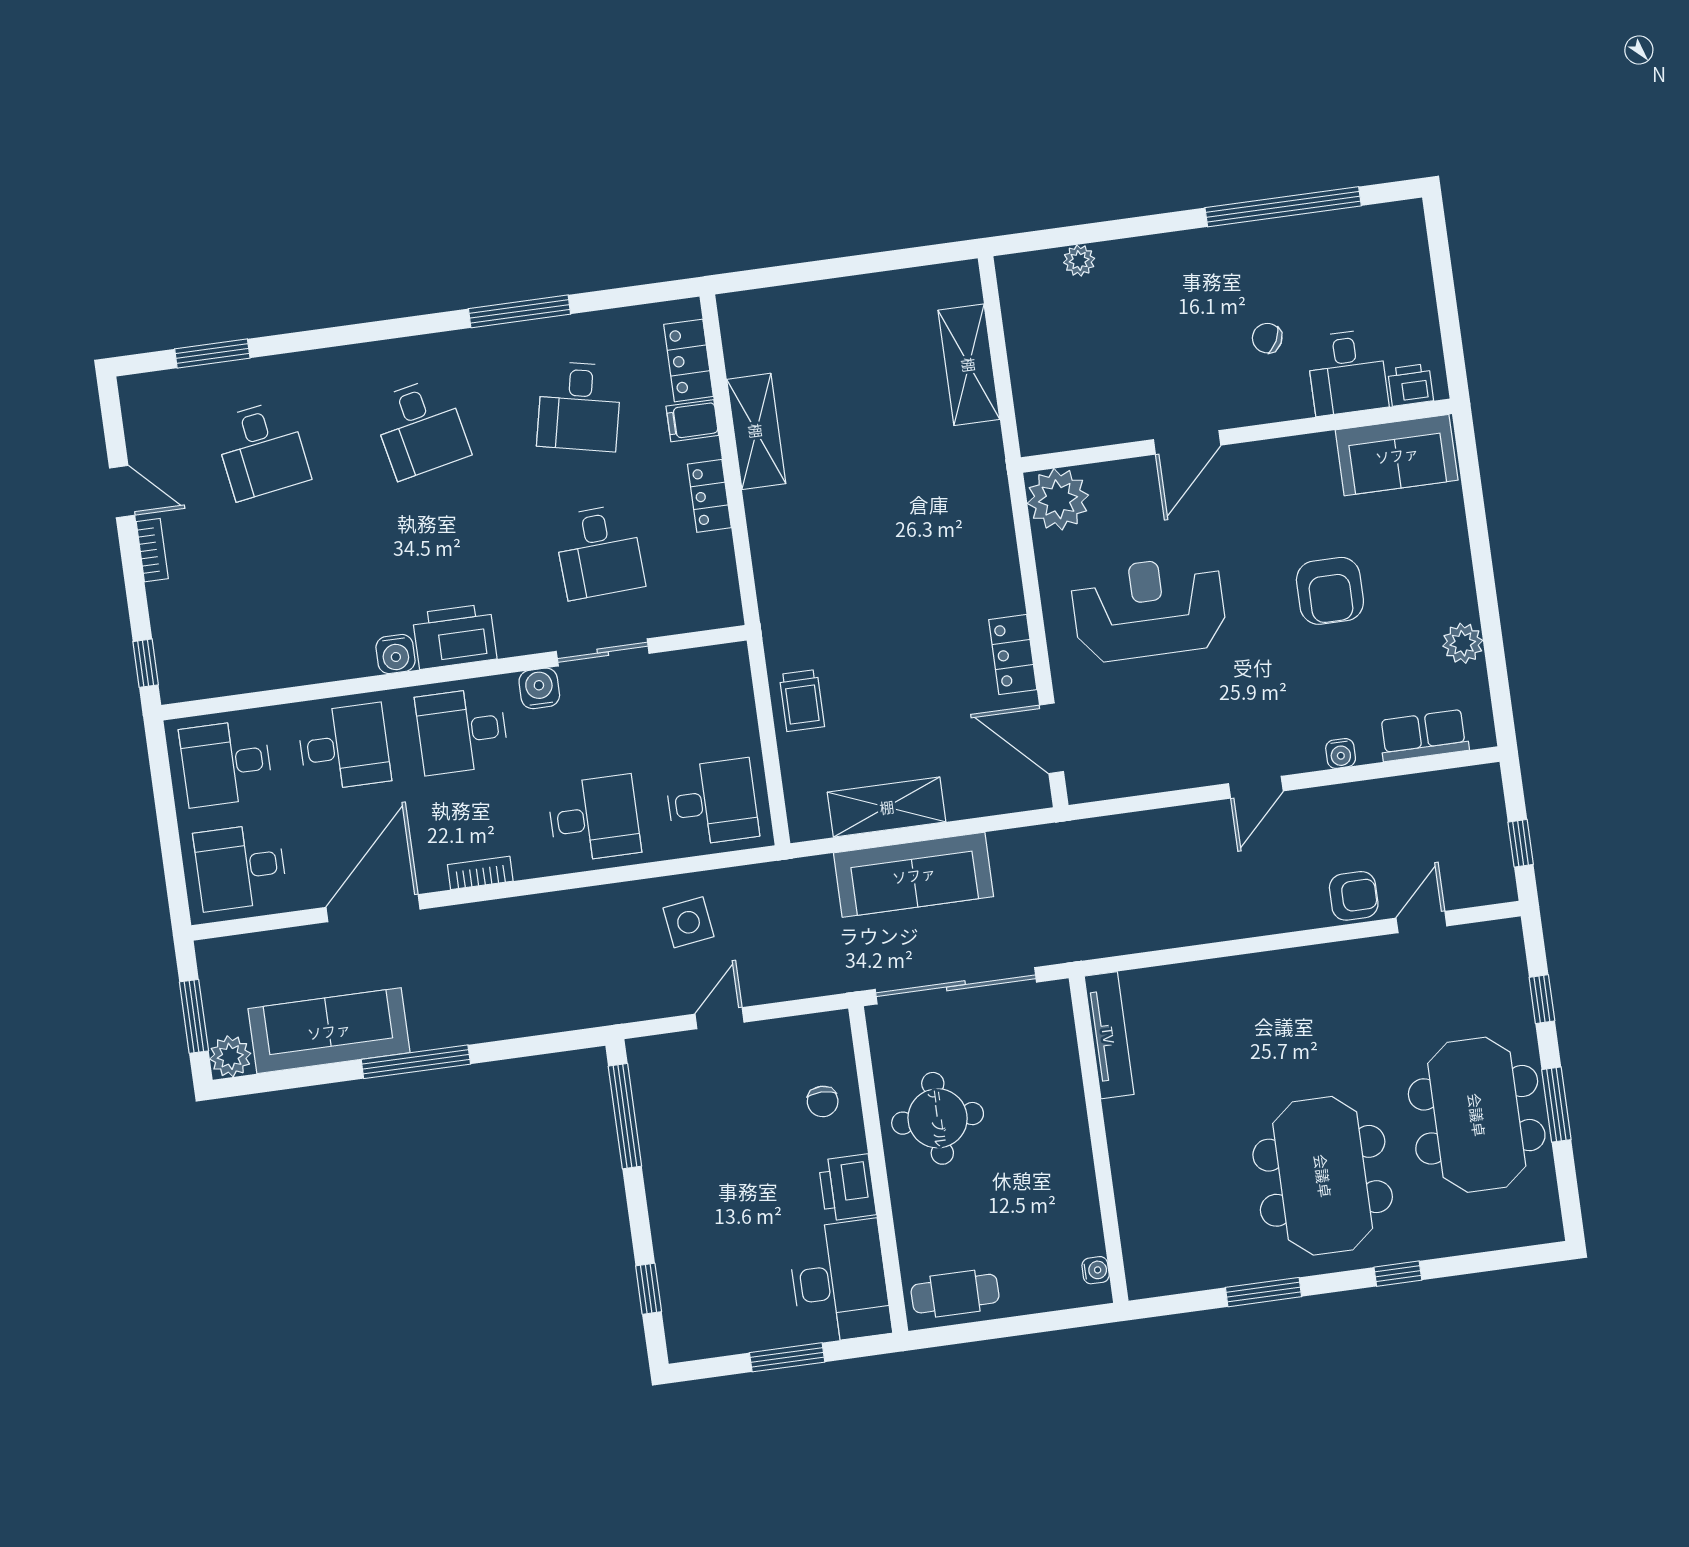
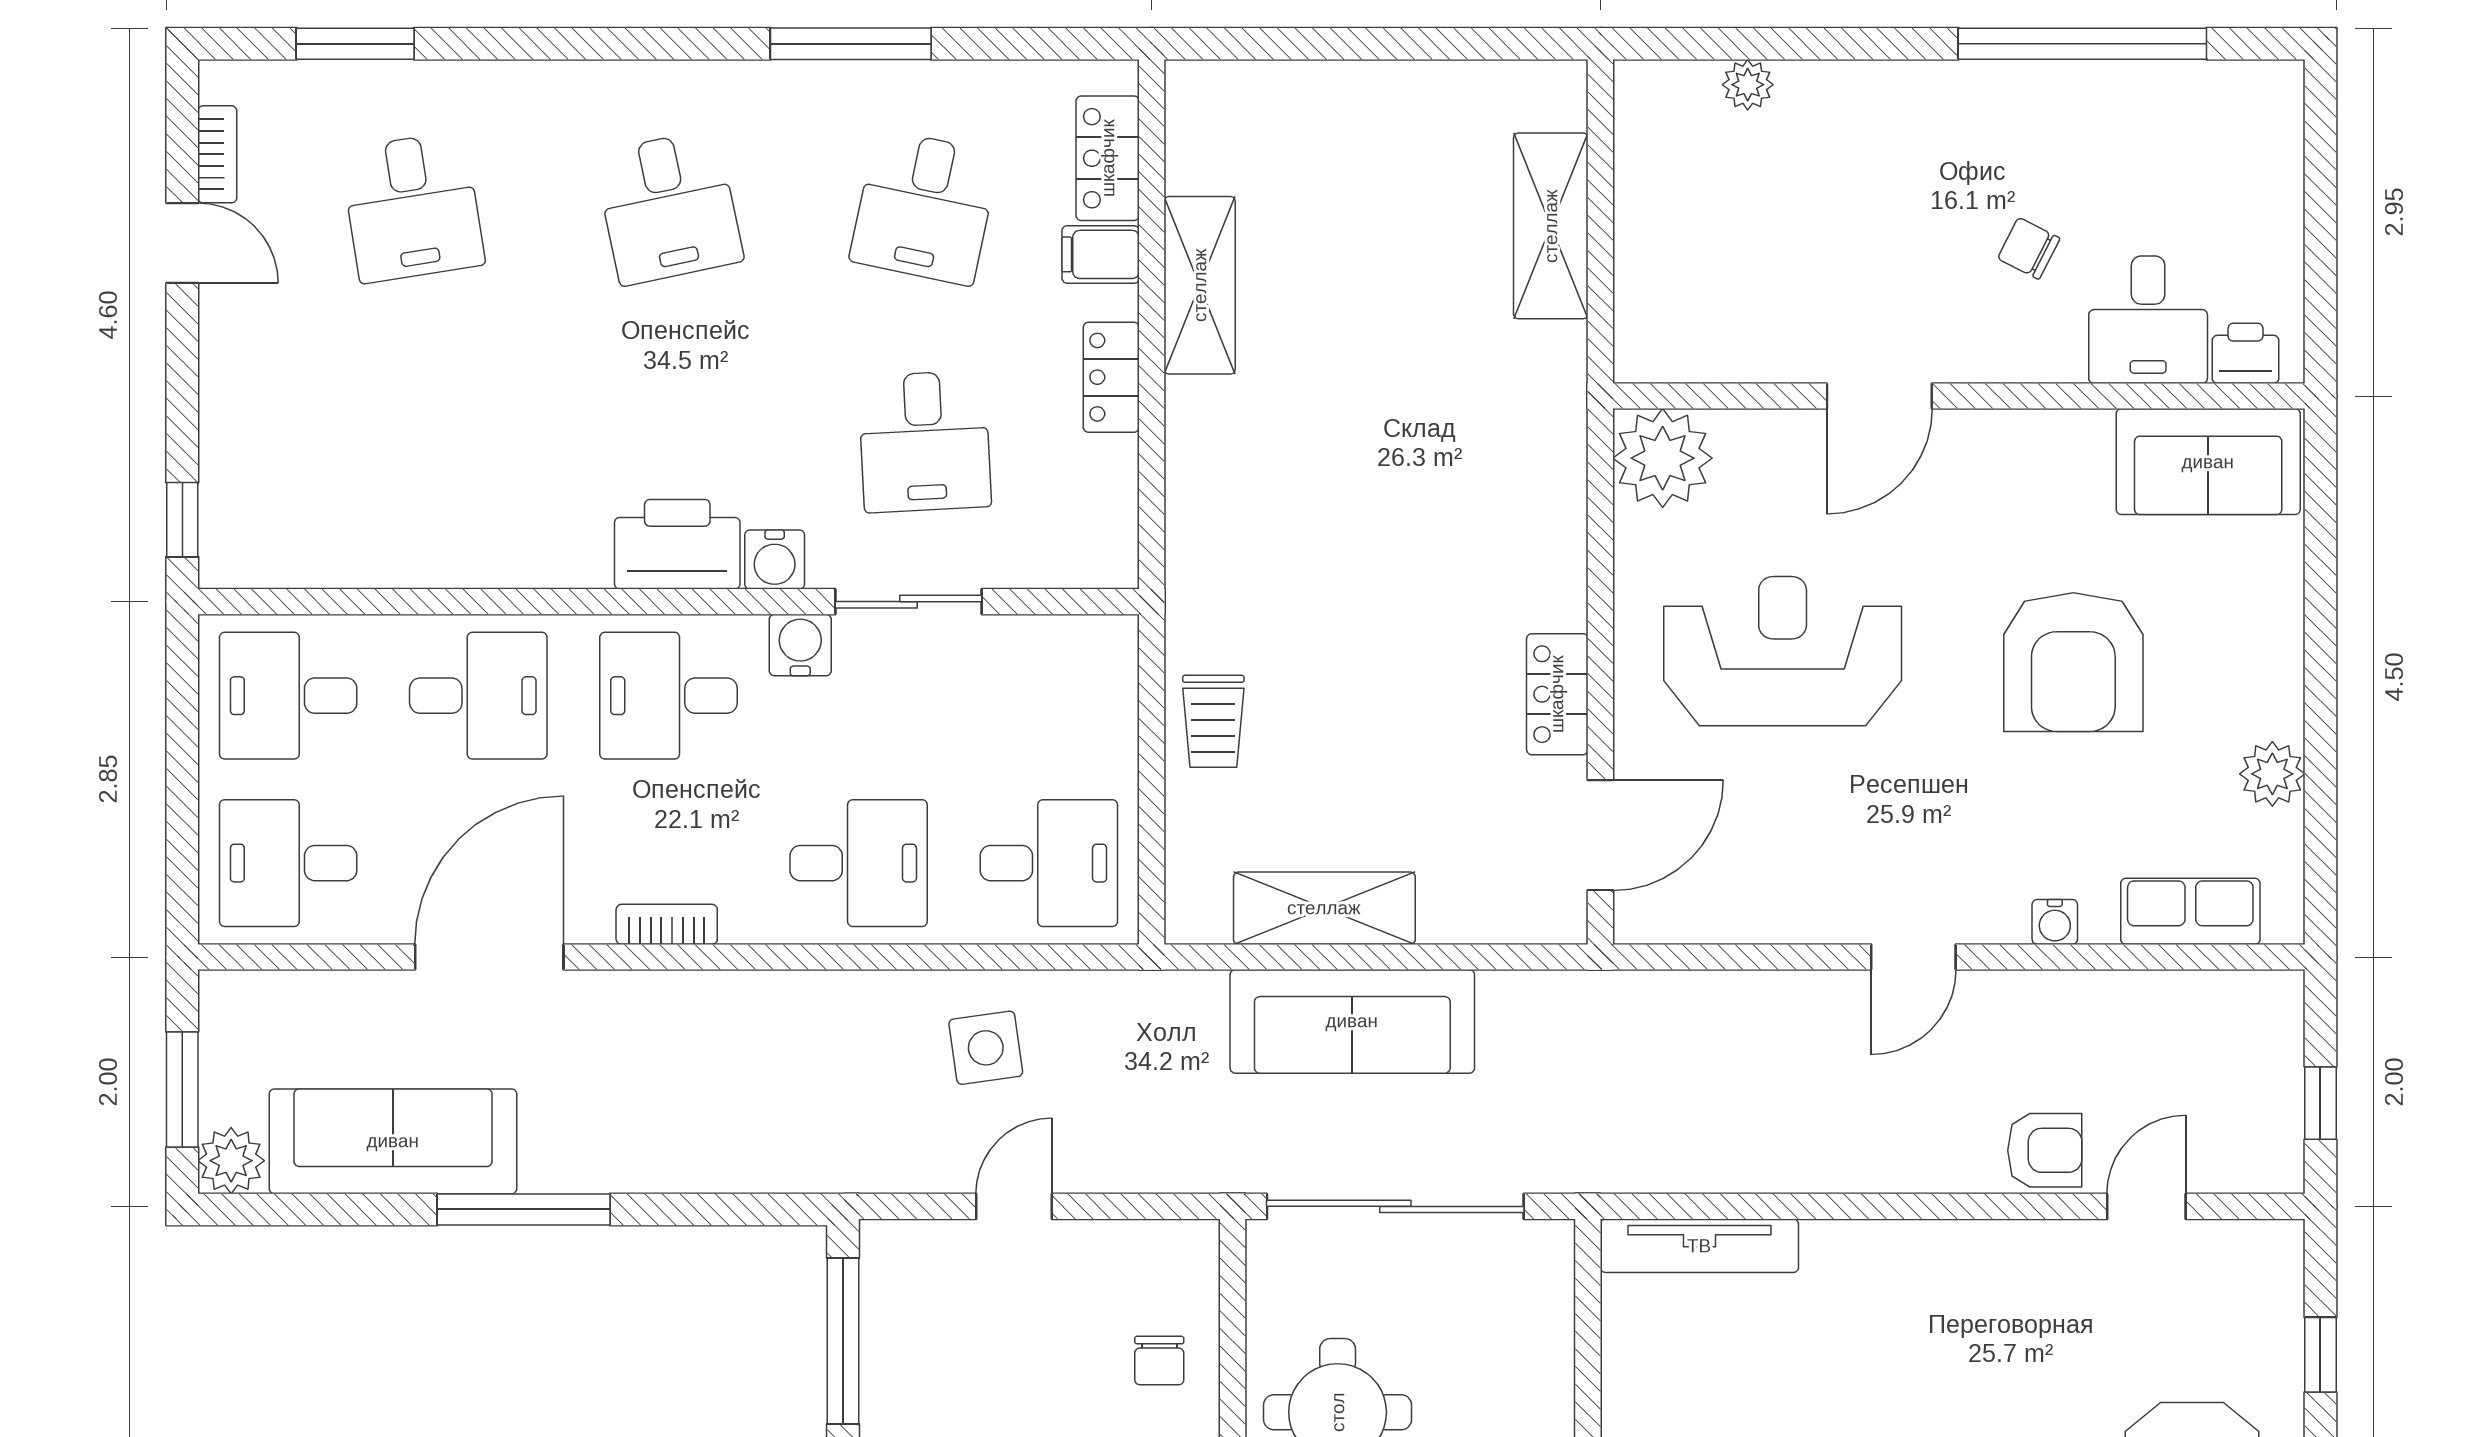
bookcase: (152, 550) -> (217, 154), moved
armchair: (1330, 591) -> (2073, 662), width x1.36, depth x1.36
water cooler: (395, 654) -> (775, 560), moved
door: (1052, 738) -> (1600, 835), swing flipped
tv unit: (1109, 1035) -> (1699, 1246), moved, turned 90

